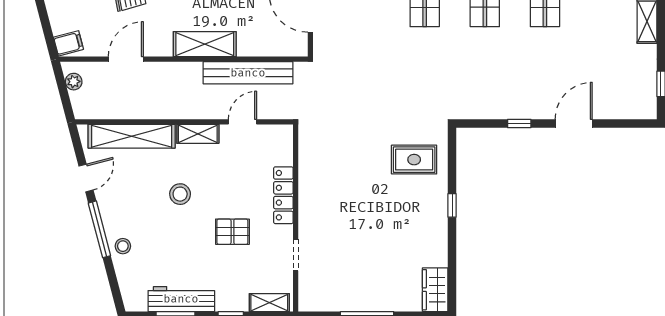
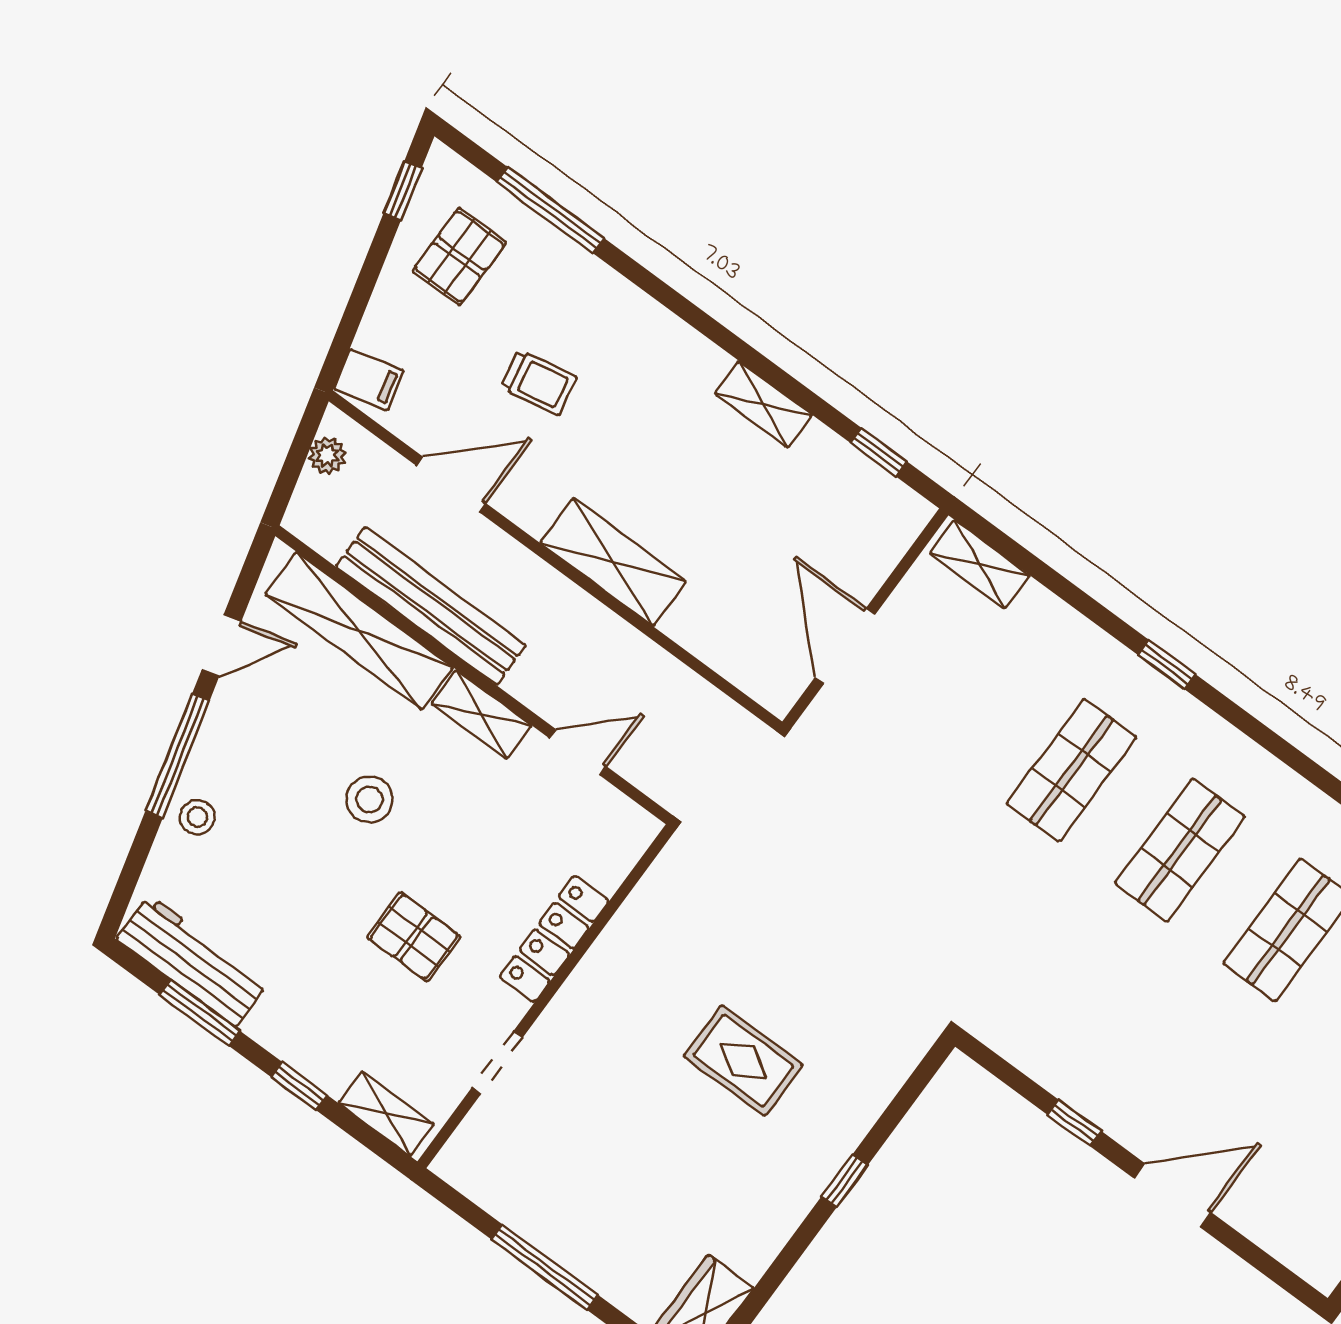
bench: (248, 73) -> (431, 606), moved
rug: (414, 160) -> (743, 1060), moved
workbench: (181, 299) -> (192, 961), moved

